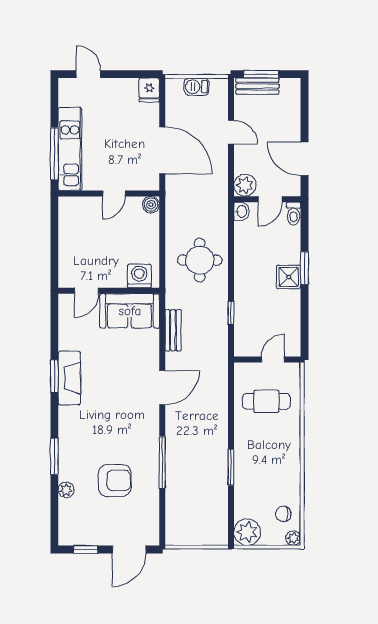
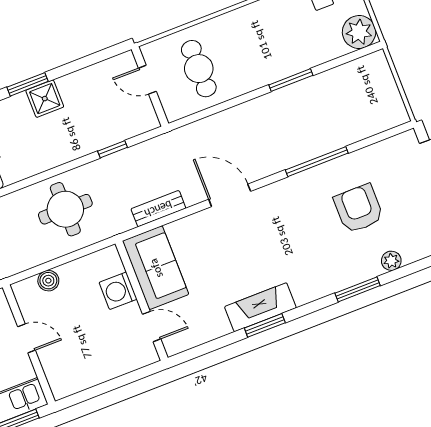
boiler: (151, 205) -> (48, 281), moved
washing machine: (139, 276) -> (118, 291), moved

